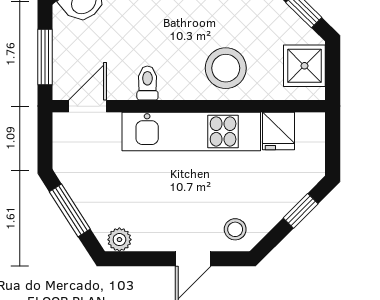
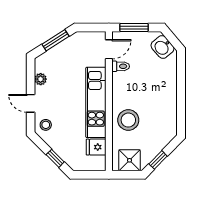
toilet: (147, 83) -> (121, 66), moved
door: (87, 106) -> (109, 49), hinge flipped
plant: (119, 240) -> (41, 79), moved

